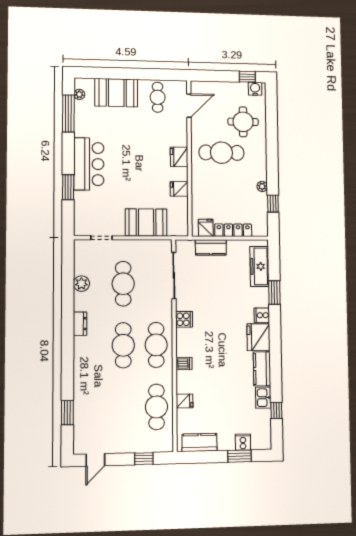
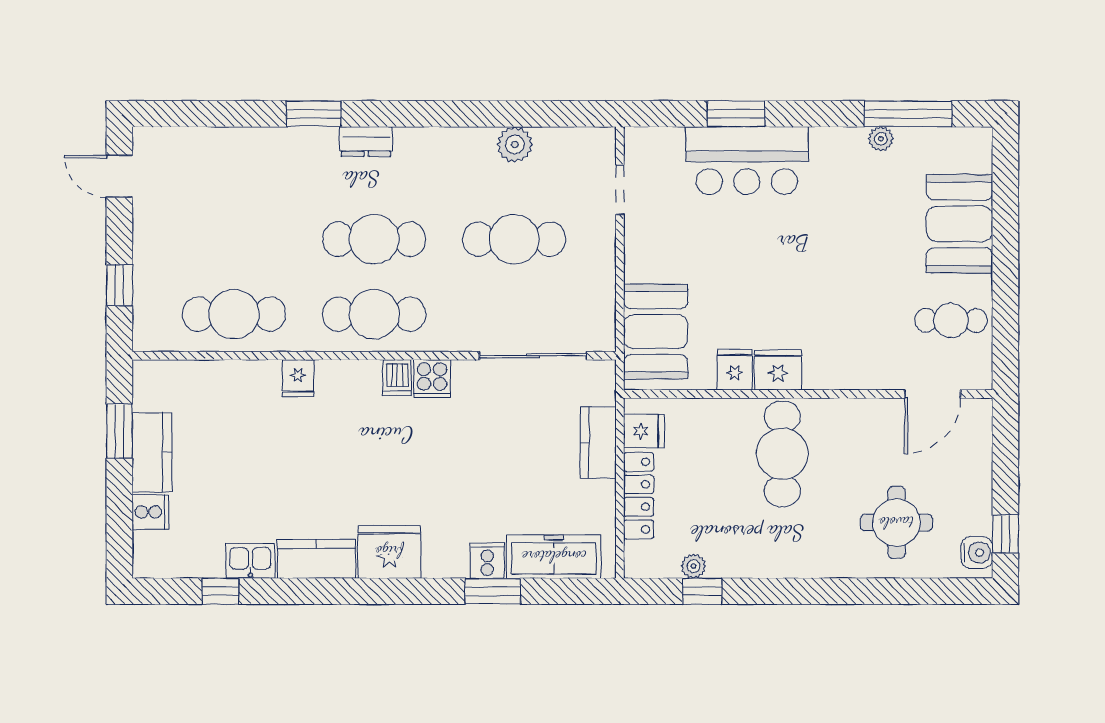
plant: (79, 94) -> (881, 139), moved
door: (189, 106) -> (933, 394), hinge flipped
cafe table: (221, 153) -> (782, 454), moved
fridge: (179, 157) -> (778, 370), moved
bar counter: (89, 164) -> (747, 161), moved
plant: (262, 186) -> (694, 566), moved
booth: (146, 222) -> (656, 332), moved
cooker: (262, 315) -> (487, 561), moved
dresser: (80, 324) -> (366, 141), moved
dishwasher: (184, 363) -> (397, 378), moved
fridge: (185, 401) -> (298, 378), moved
window: (67, 412) -> (314, 114), moved
kitchen counter: (199, 442) -> (152, 452), moved
window: (240, 456) -> (119, 431), moved

